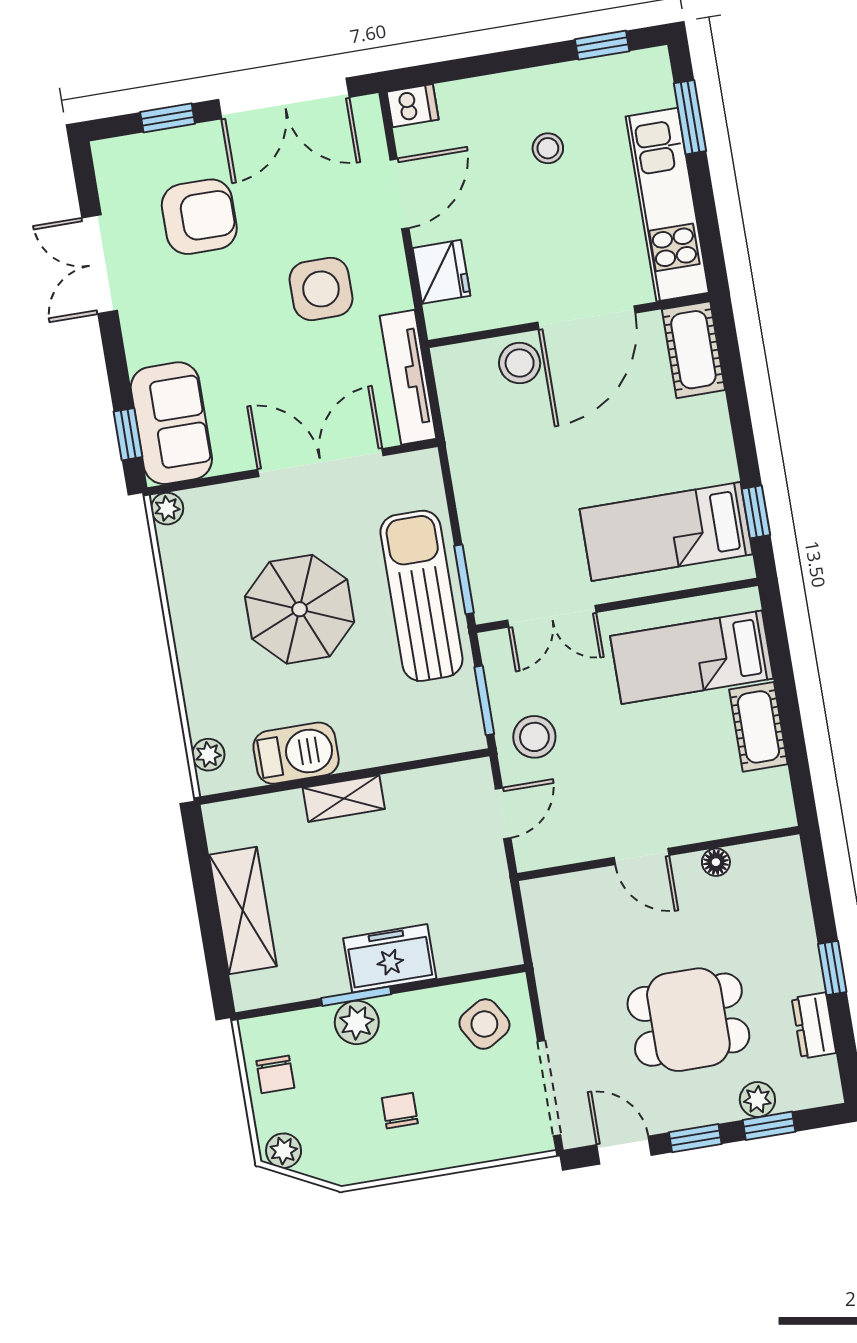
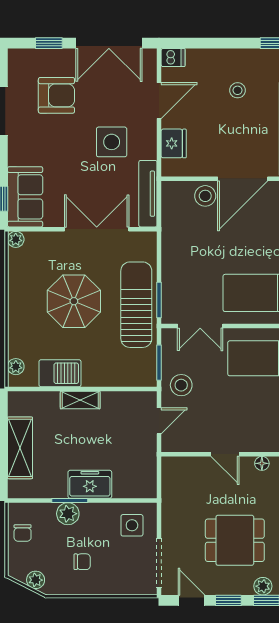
side table: (484, 1024) -> (132, 525), turned 31
chair: (400, 1111) -> (82, 562), turned 90
plant: (284, 1151) -> (36, 580), moved

